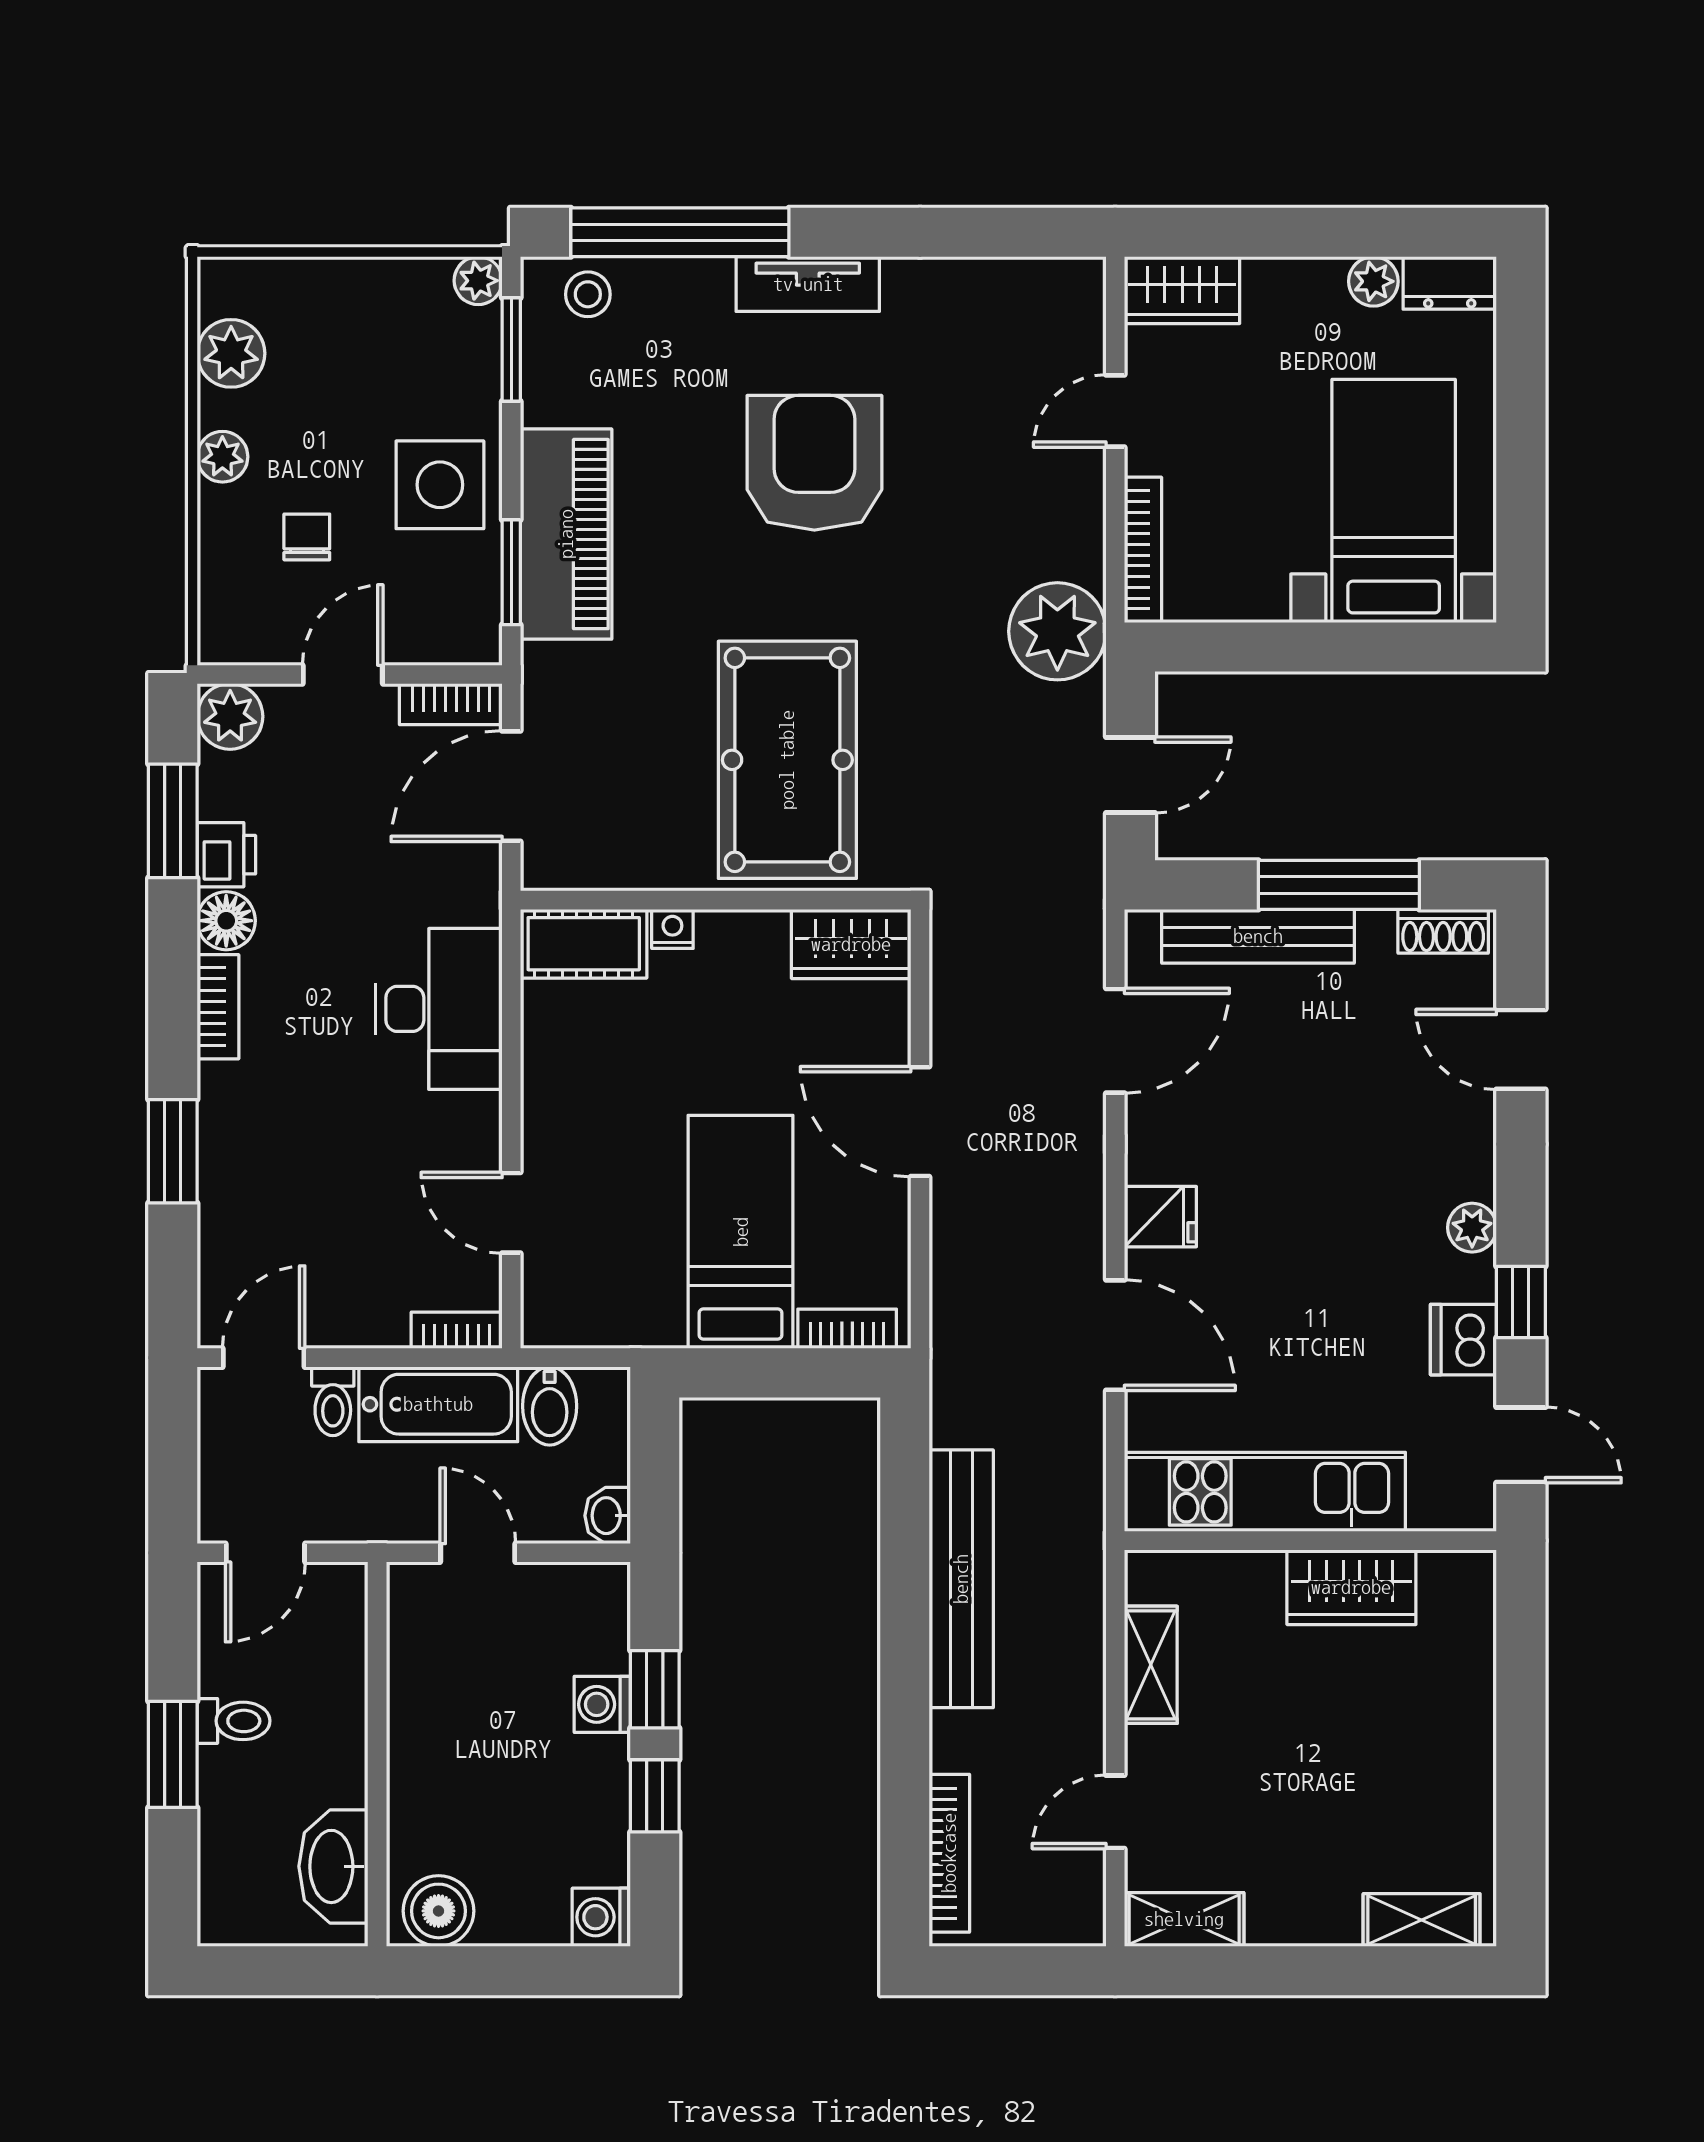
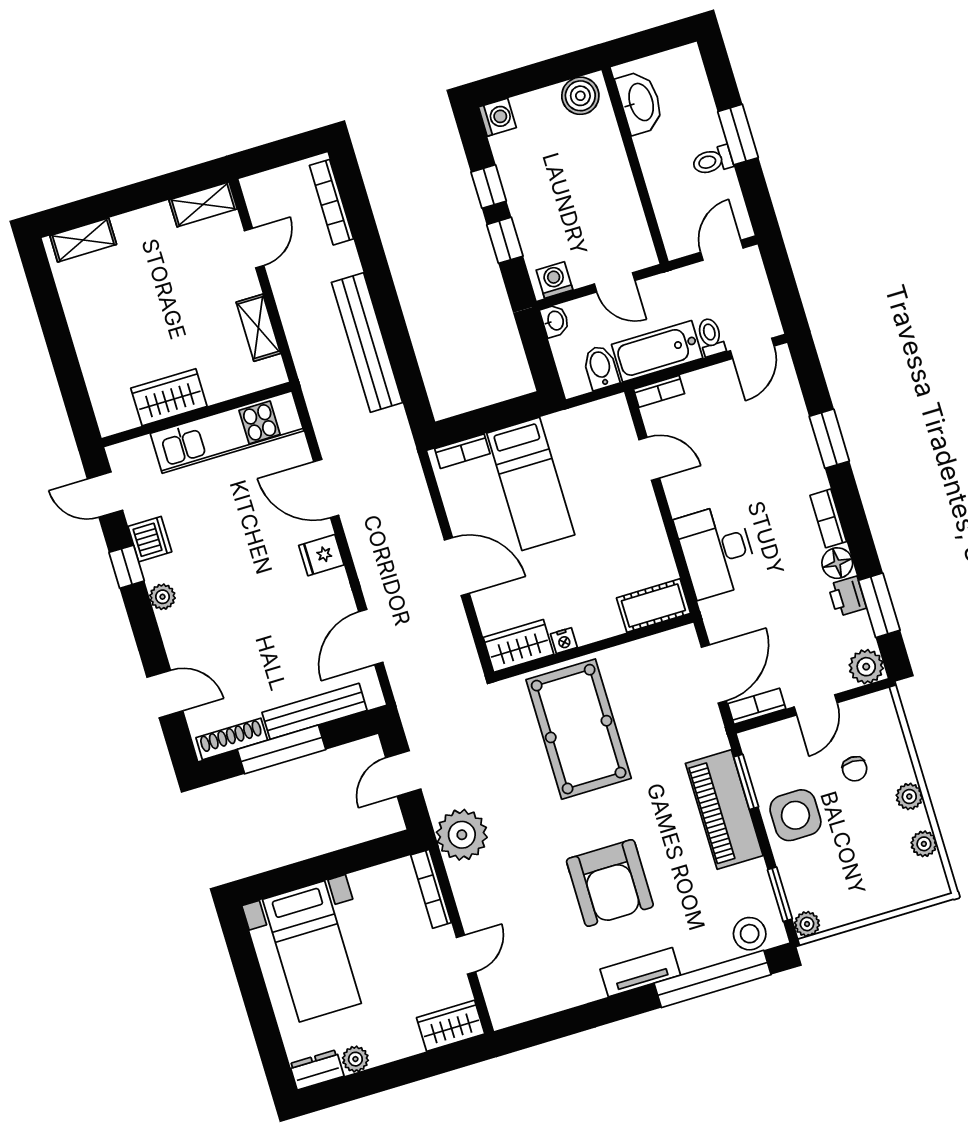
stool: (588, 294) -> (750, 934), width x1.37, depth x1.37
plant: (231, 353) -> (924, 844), width x0.73, depth x0.73
nightstand: (672, 929) -> (564, 641), moved
shoe rack: (1443, 931) -> (232, 739), width x1.43
washing machine: (602, 1704) -> (554, 280), moved, turned -90

